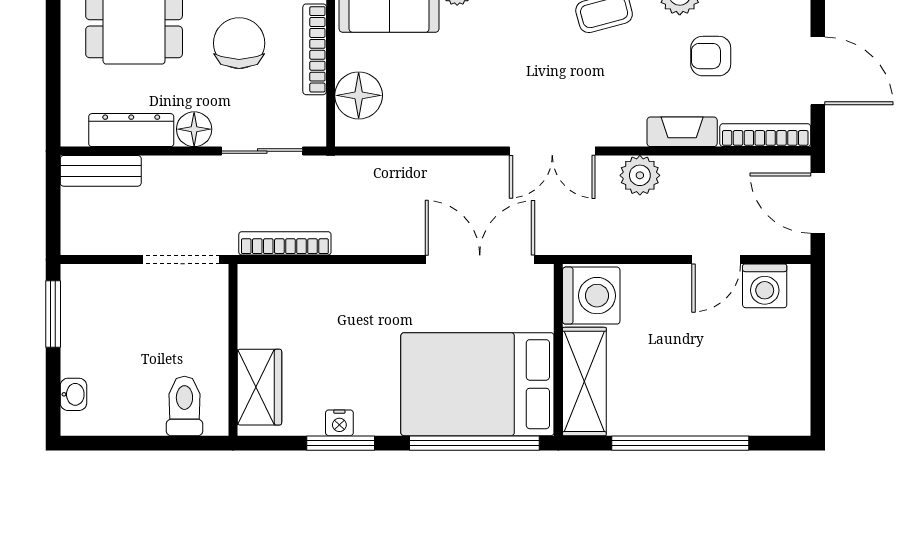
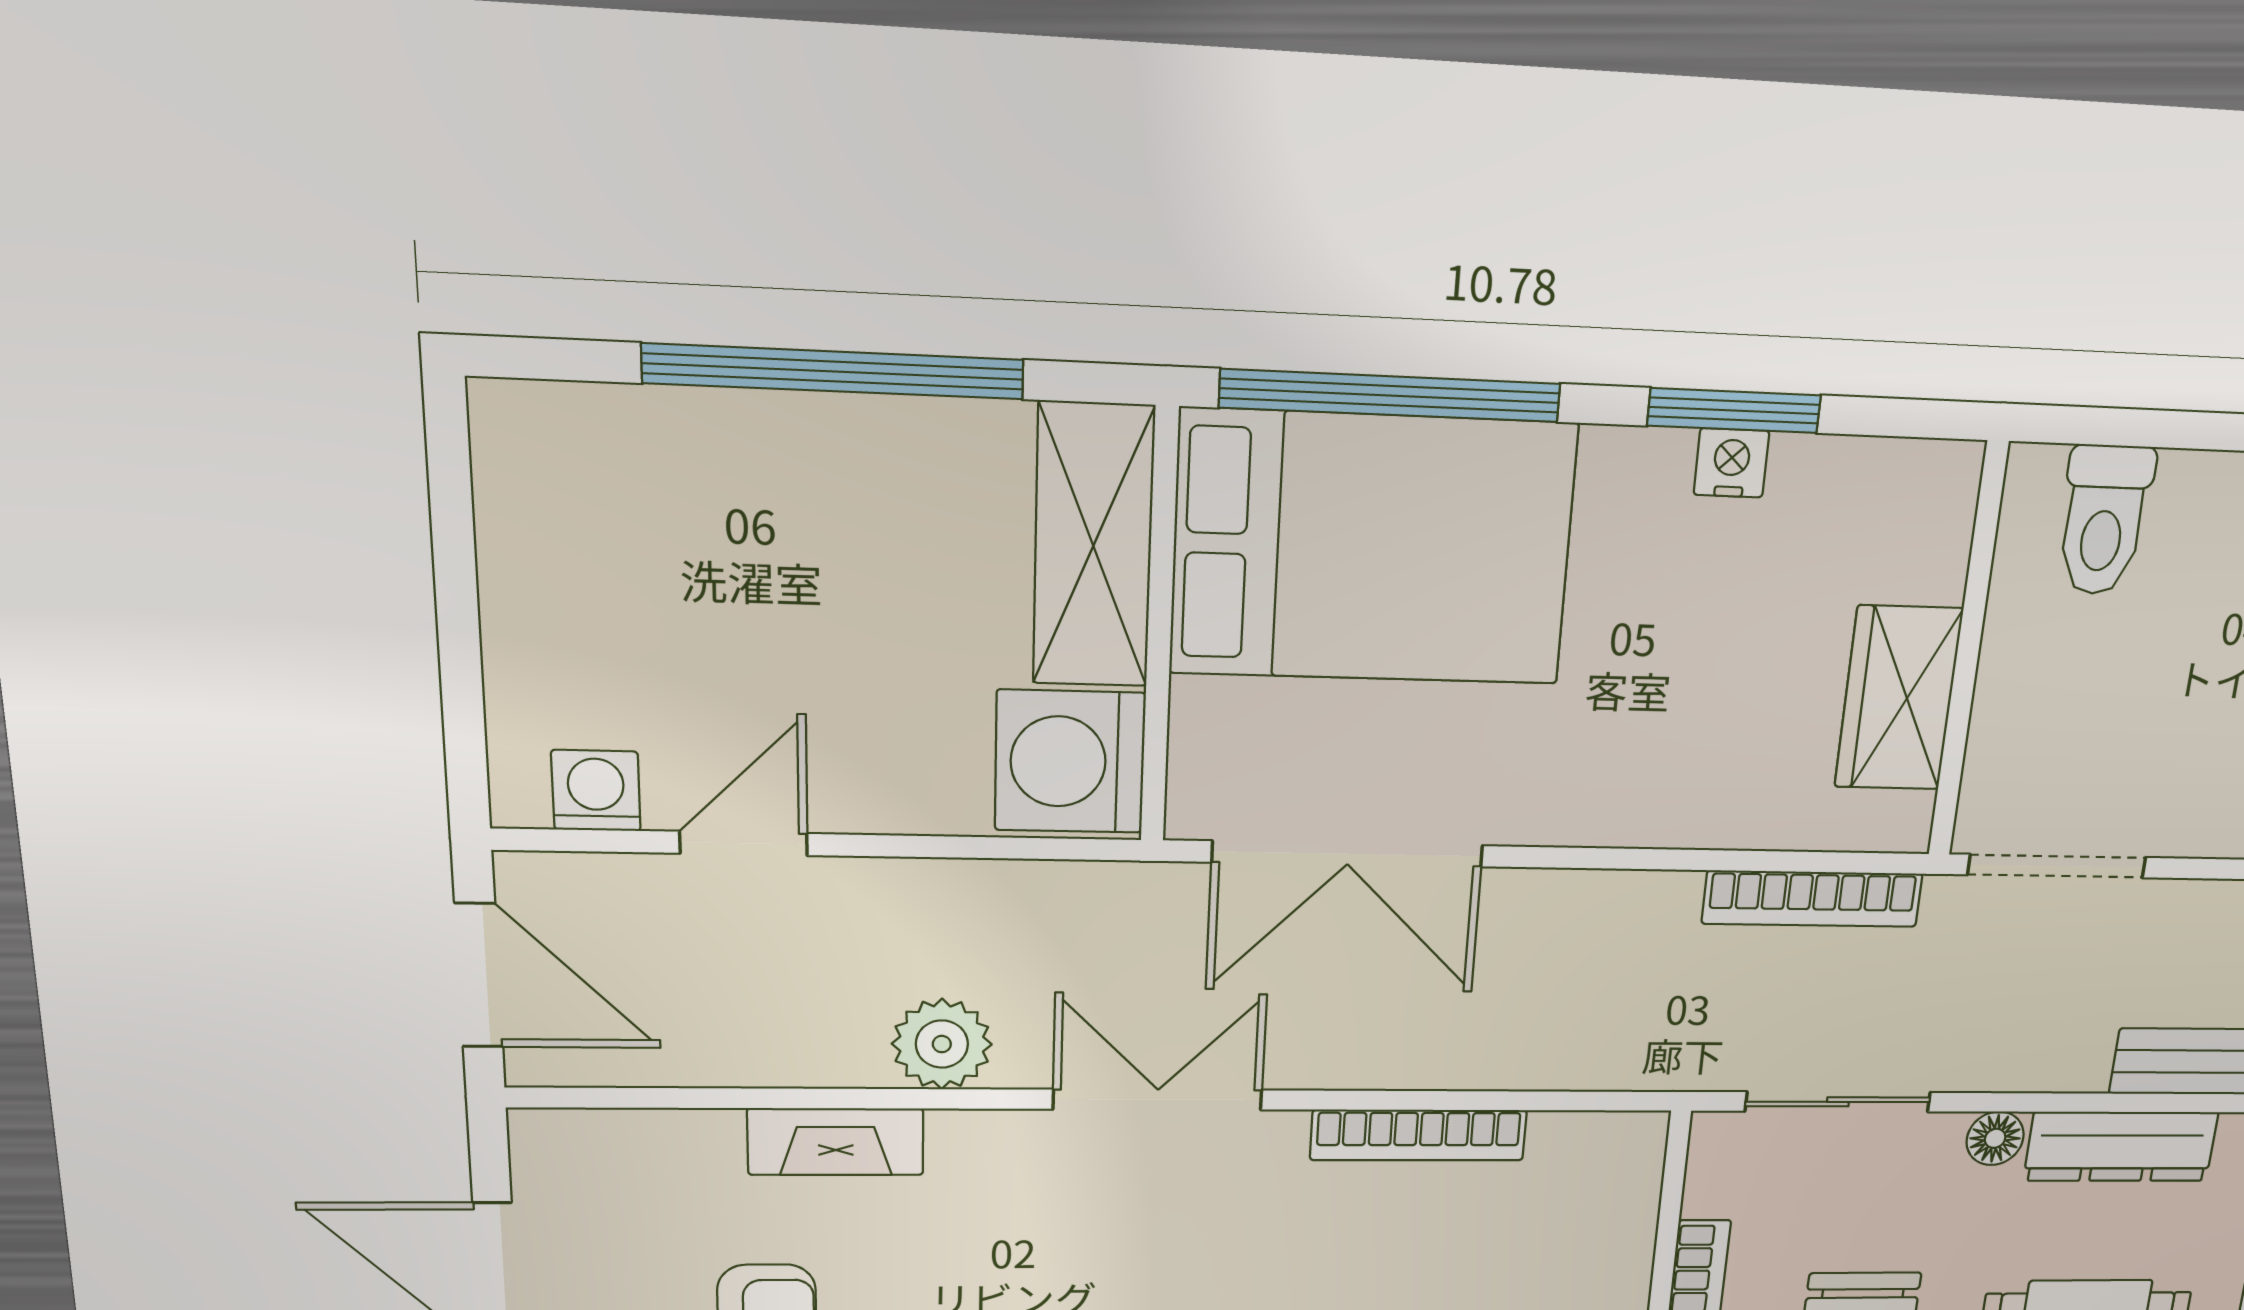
floor lamp: (359, 95) -> (1606, 1219), removed
floor lamp: (194, 129) -> (1995, 1138), width x0.73, depth x0.73
bookcase: (765, 135) -> (1419, 1135), moved
washing machine: (765, 286) -> (596, 791), width x0.73, depth x0.73
wardrobe: (259, 387) -> (1899, 698), moved

